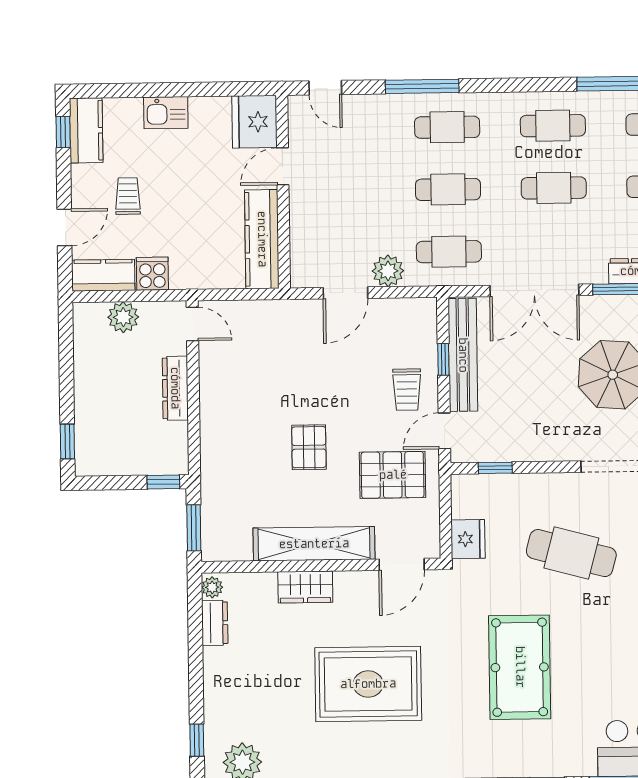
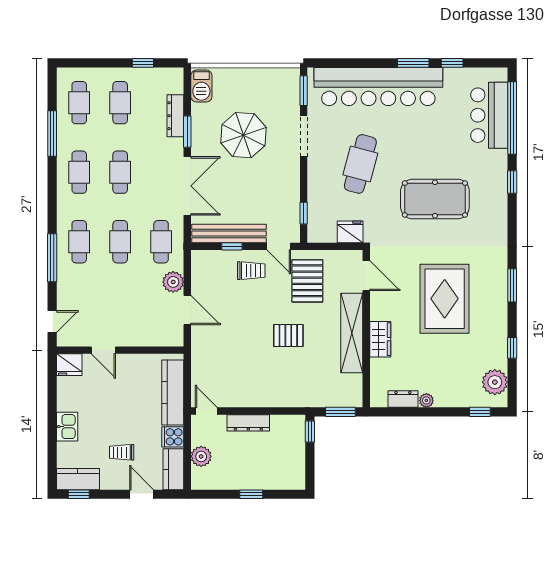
fridge: (254, 122) -> (69, 365), width x0.73, depth x0.75
kitchen counter: (262, 239) -> (173, 393), moved, turned 90
door: (192, 324) -> (206, 411), hinge flipped
window: (67, 441) -> (251, 494), moved
plant: (212, 587) -> (426, 400), moved

